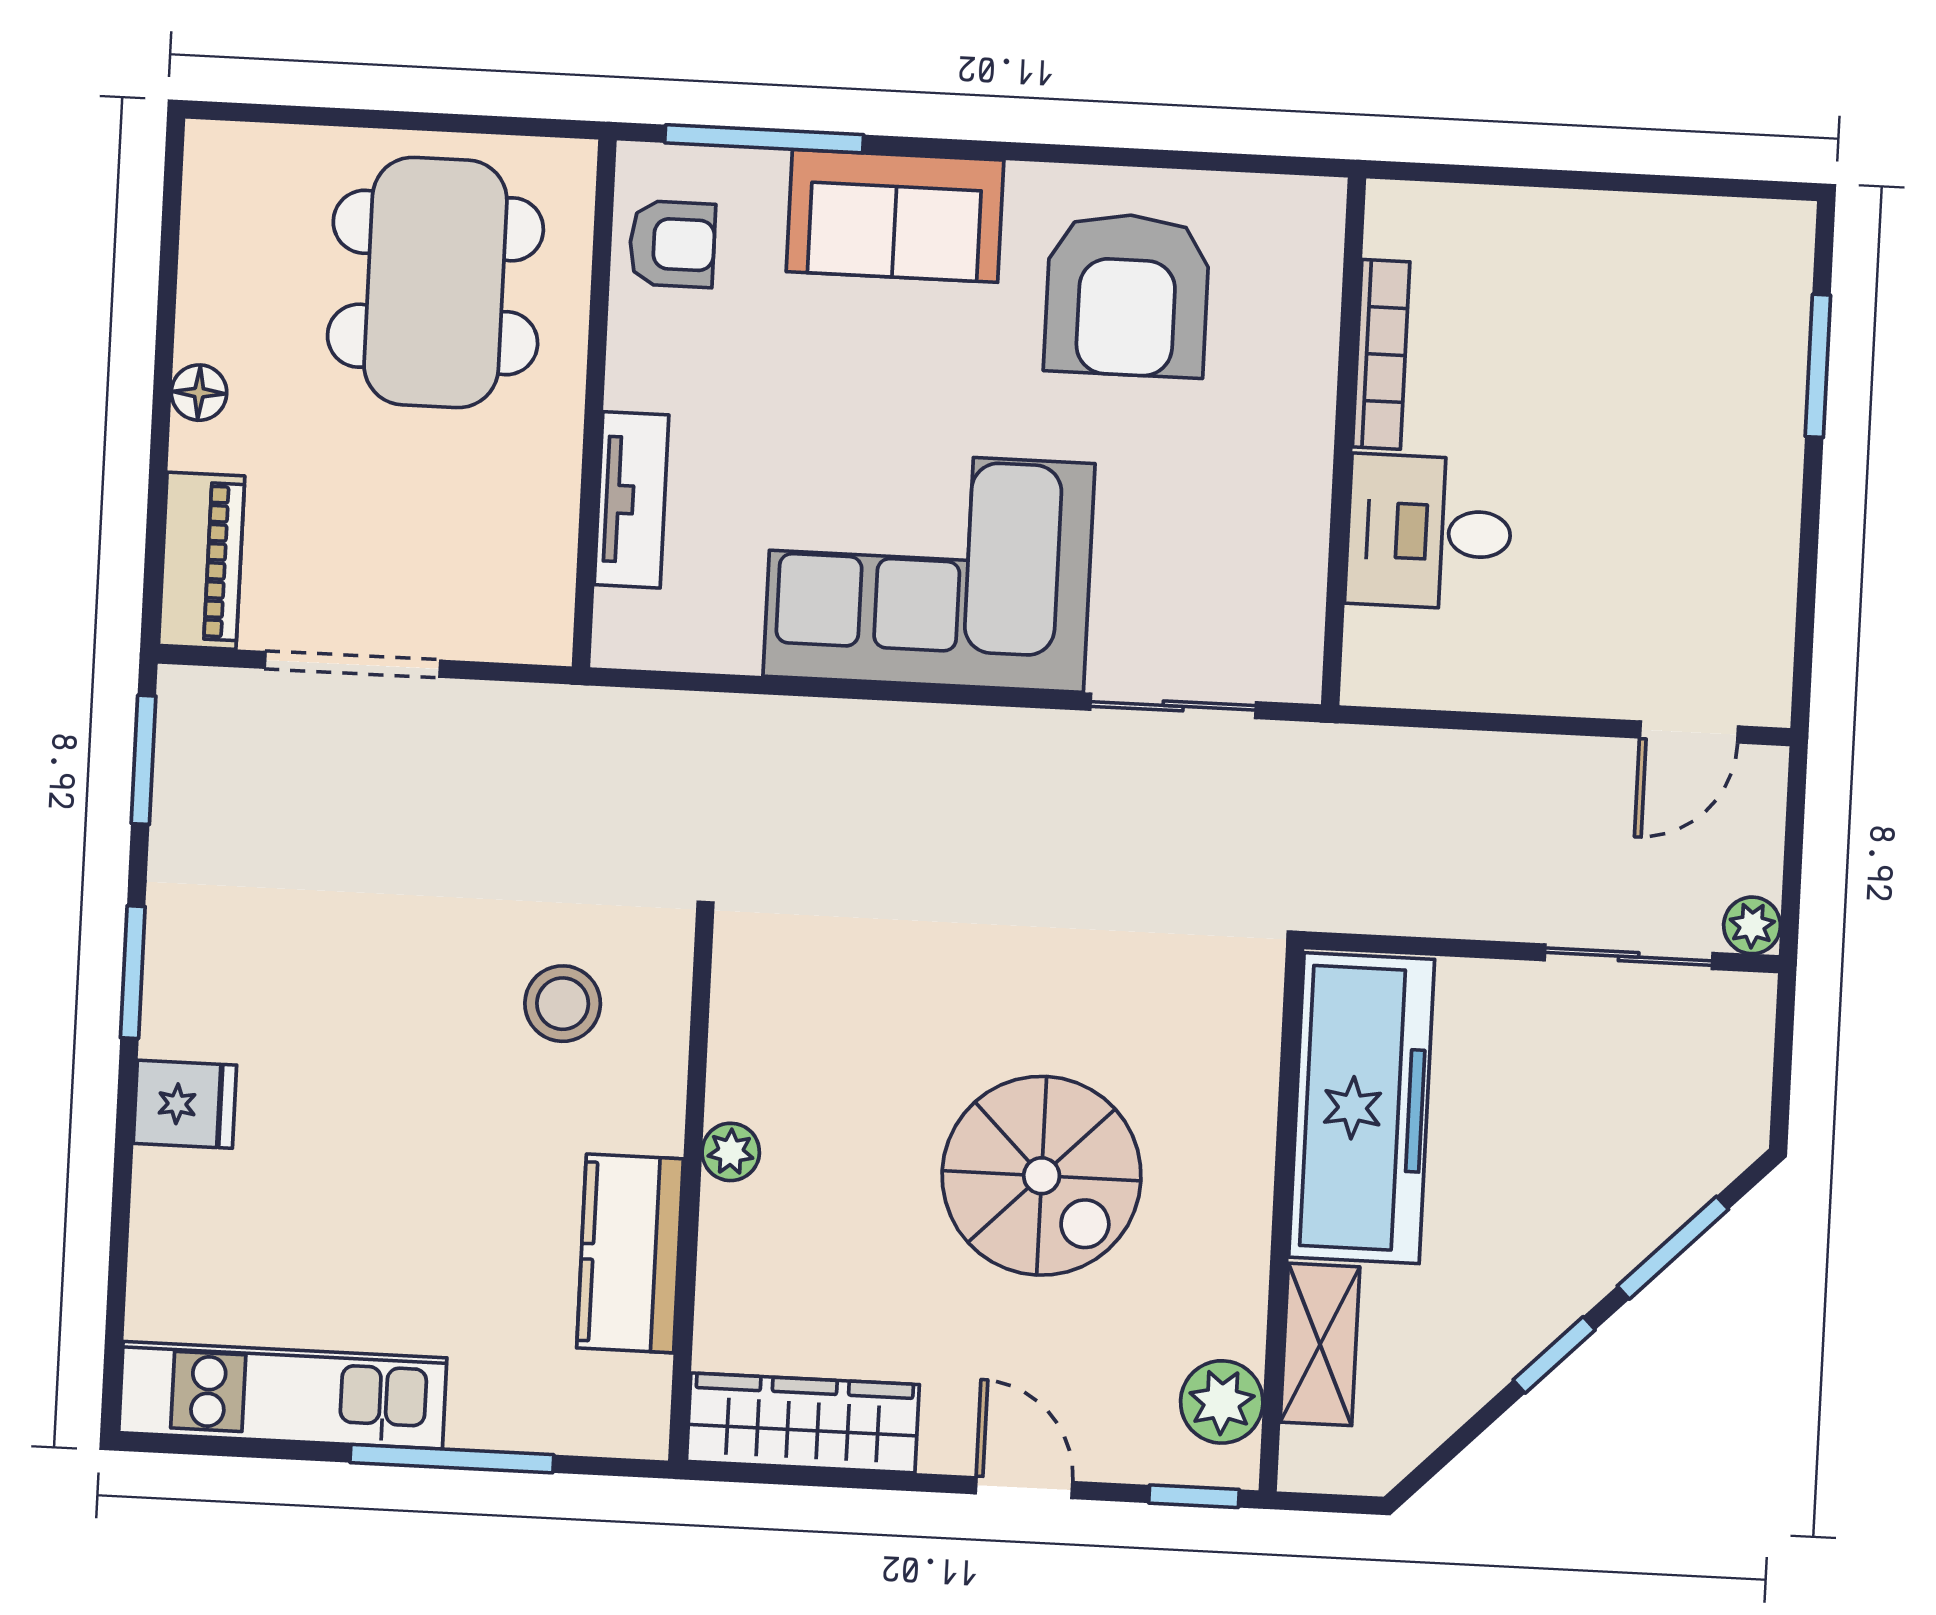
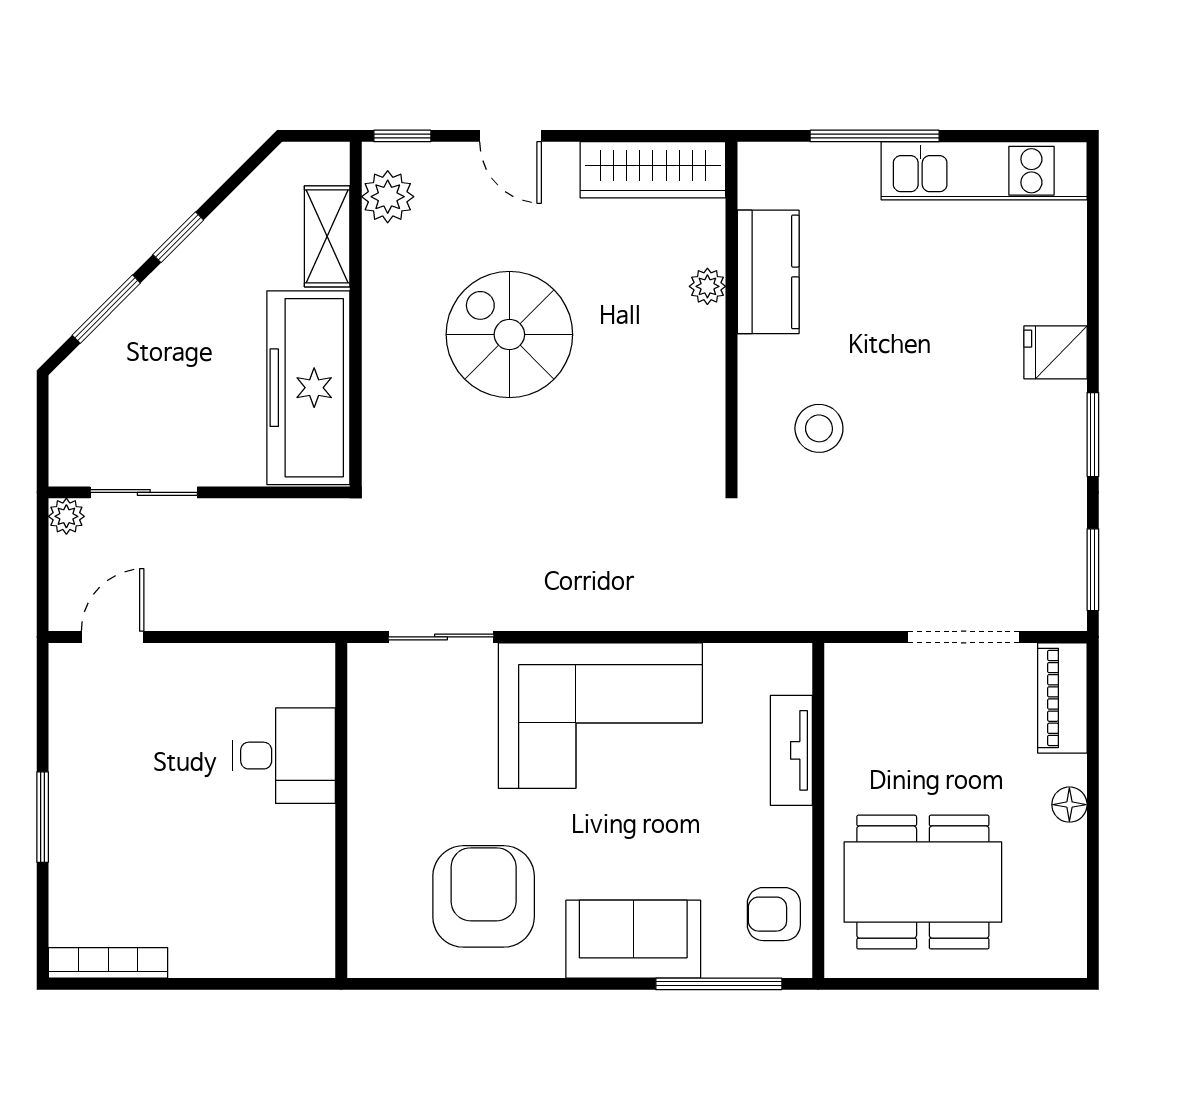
dining table: (435, 283) -> (923, 882), turned 90
bookcase: (1381, 354) -> (108, 963), moved, turned 90
window: (1818, 366) -> (43, 817), moved
plant: (731, 1152) -> (707, 286), moved

